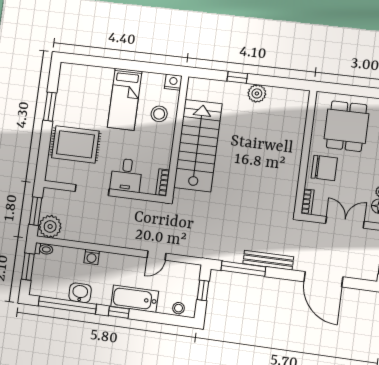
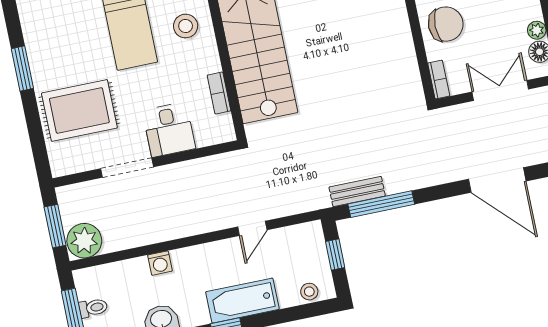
bookcase: (163, 183) -> (219, 93), moved
toilet: (44, 249) -> (93, 308), moved
bench: (268, 260) -> (357, 191), moved, width x0.73

